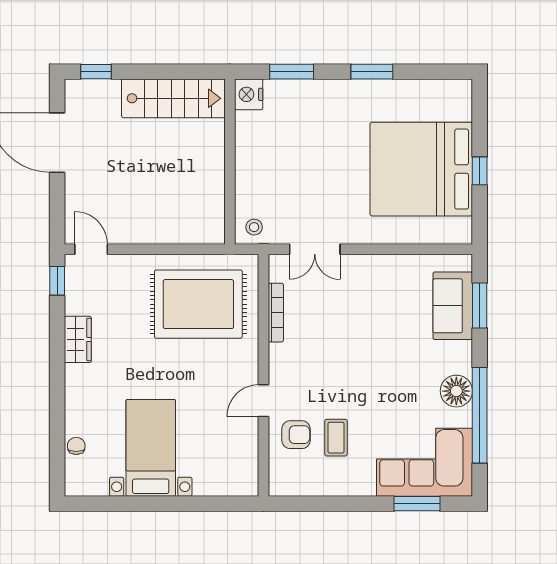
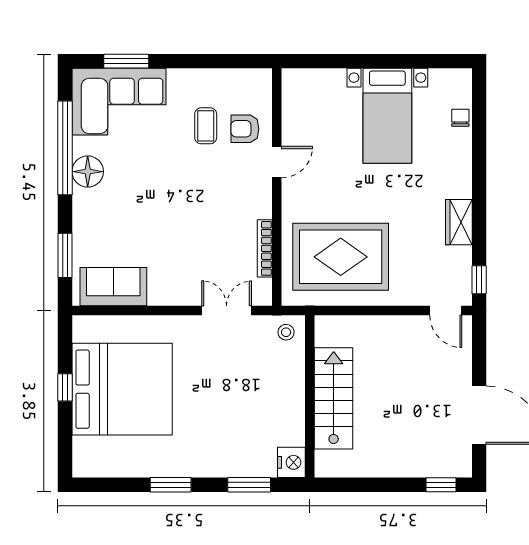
stairs: (173, 98) -> (334, 398), moved, turned 90
sofa: (453, 306) -> (113, 287), moved, turned -90
chair: (76, 446) -> (460, 118), turned 180

